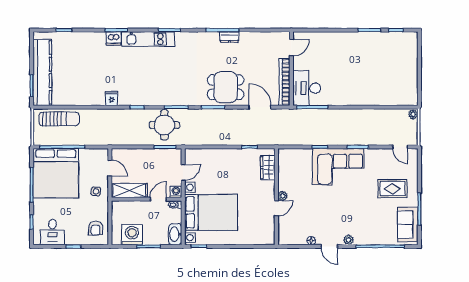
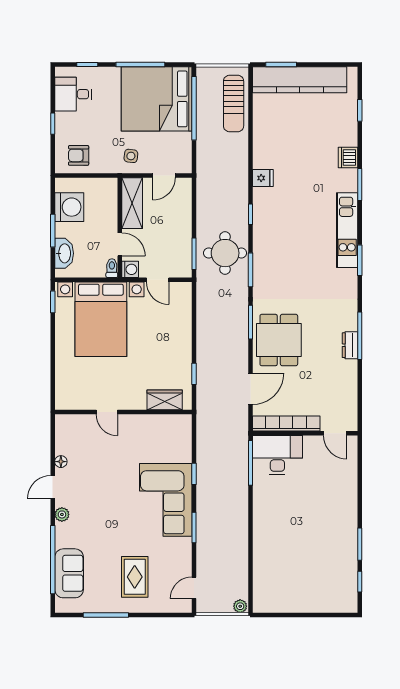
dishwasher: (113, 38) -> (348, 158), moved
plant: (283, 196) -> (124, 421), removed
sofa: (408, 225) -> (69, 573), moved, turned 90
washbasin: (175, 234) -> (64, 253), moved, turned 90

